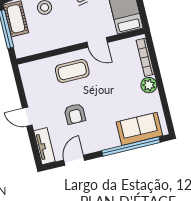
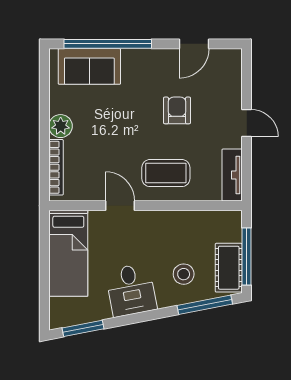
tv unit: (44, 146) -> (232, 175), moved

